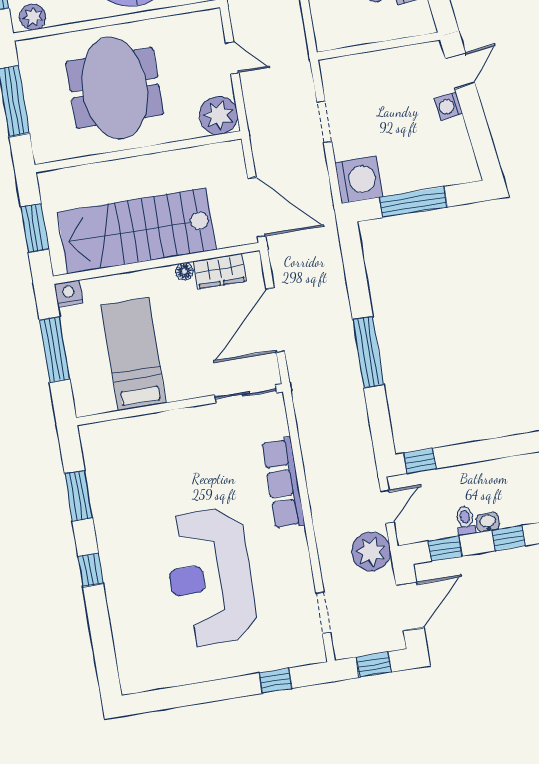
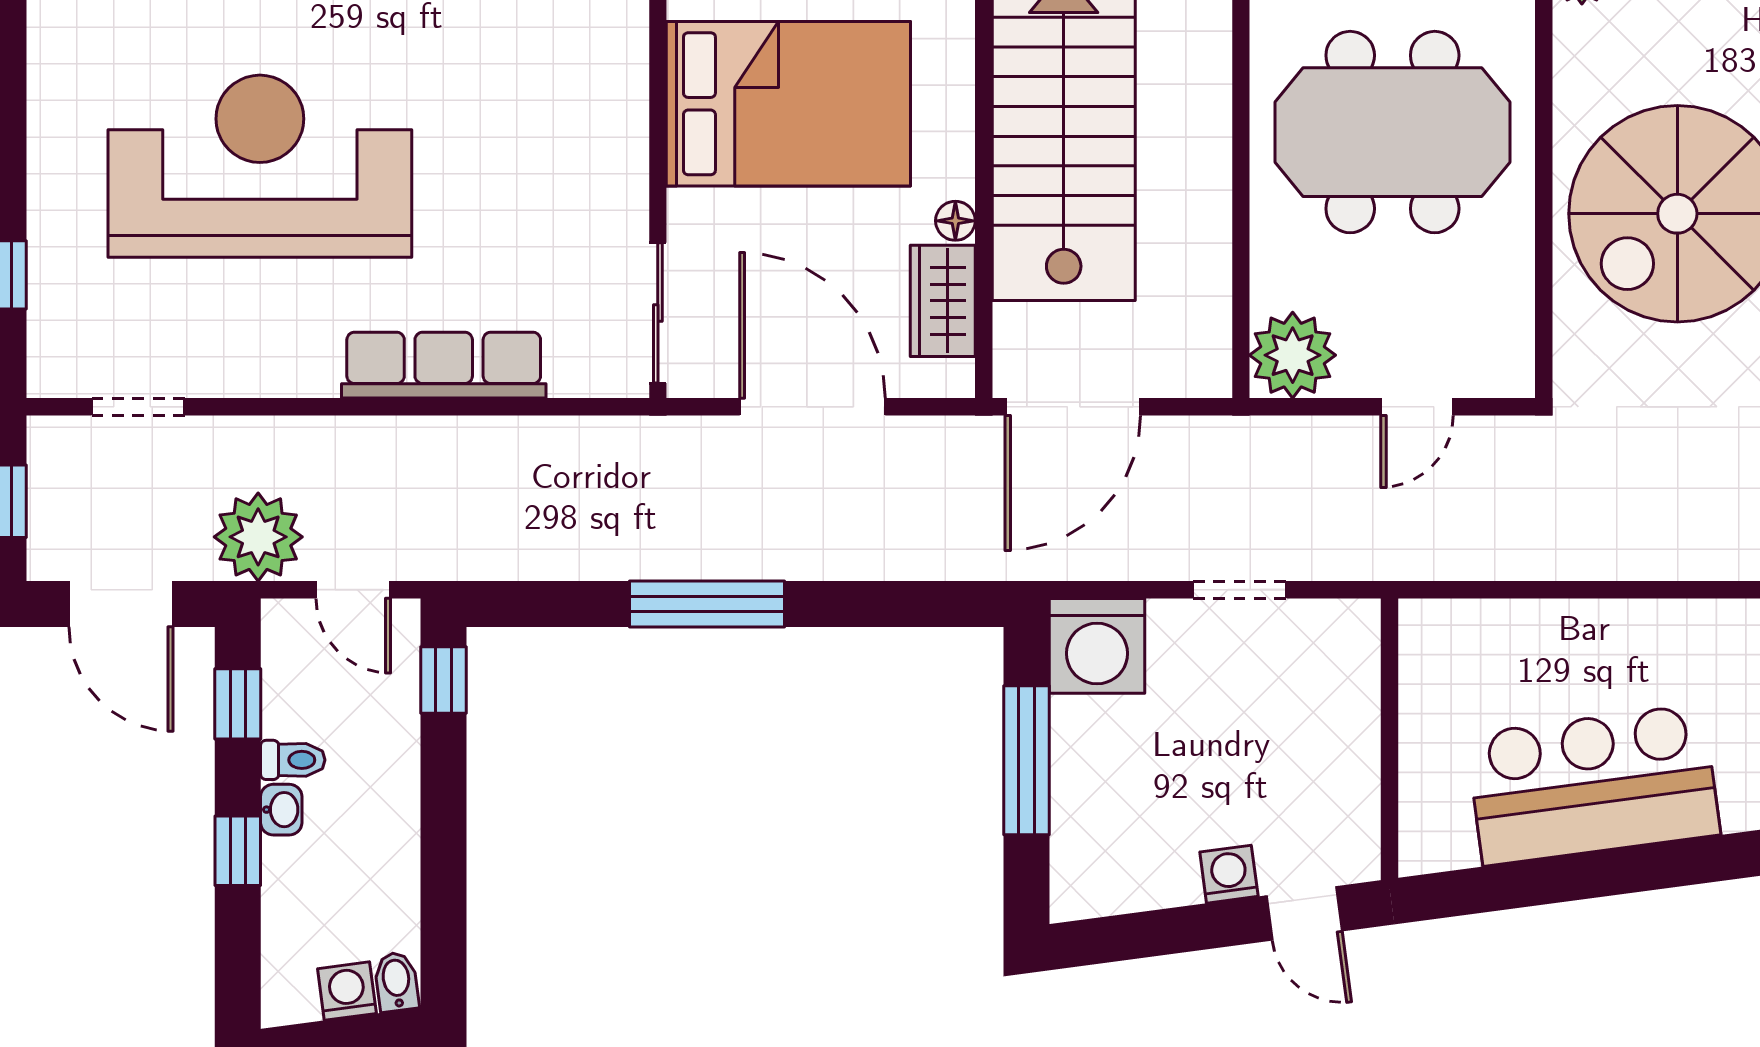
bed: (133, 354) -> (788, 104), width x1.50

